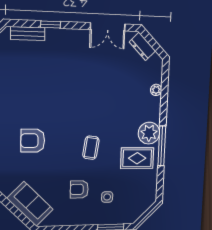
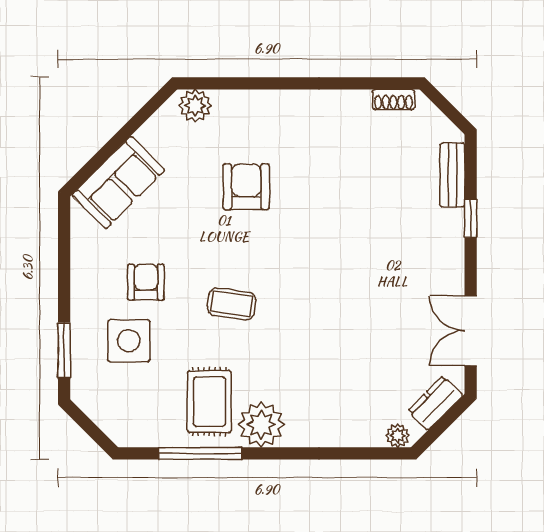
plant: (156, 90) -> (398, 436), moved
window: (162, 146) -> (200, 453), moved
side table: (107, 197) -> (129, 341), width x1.87, depth x1.87

